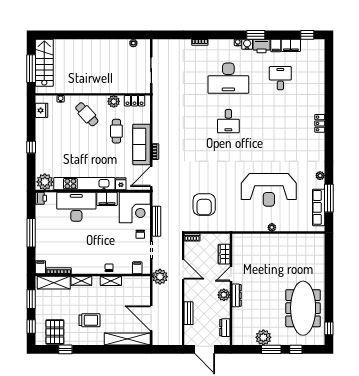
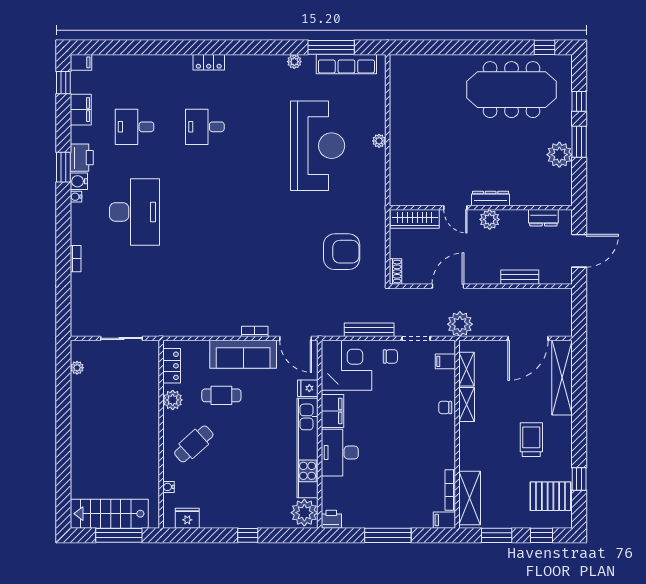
filing cabinet: (276, 45) -> (81, 62), moved
desk: (228, 121) -> (205, 127), moved, turned 180
desk: (76, 207) -> (340, 453), width x0.73, depth x0.77
wardrobe: (224, 254) -> (415, 219), width x1.50
shelving: (81, 281) -> (467, 369), moved

